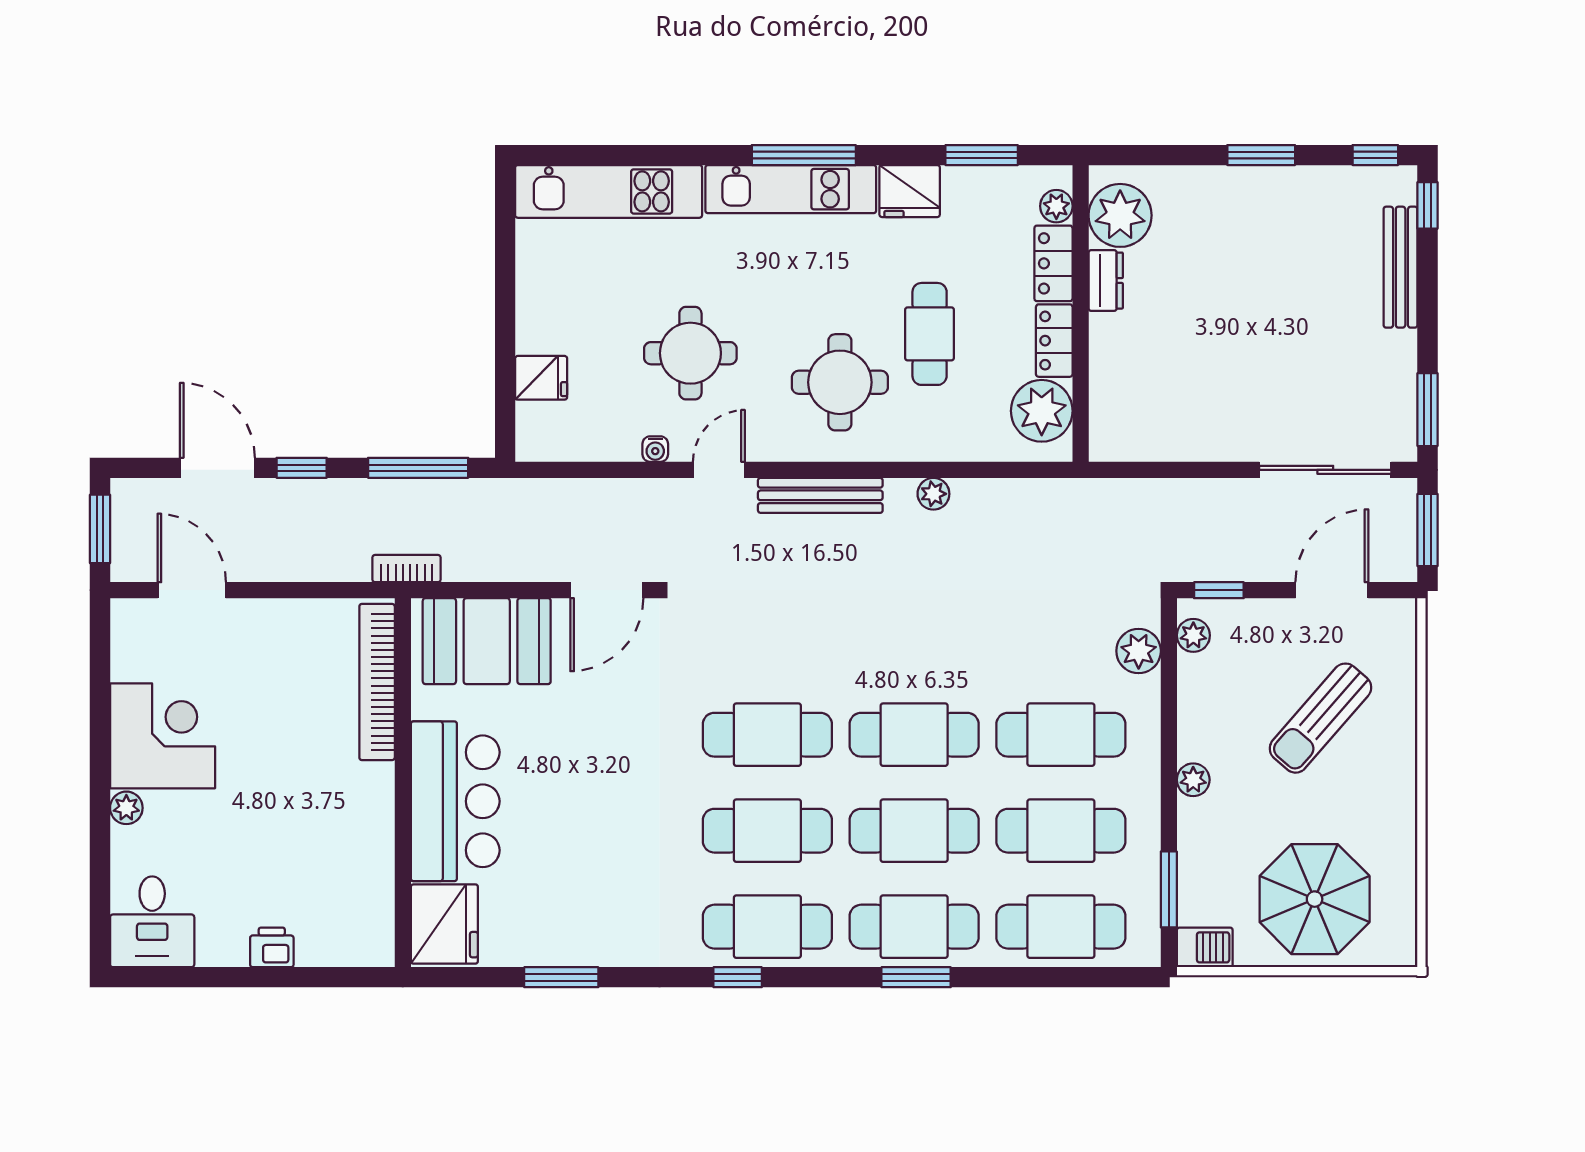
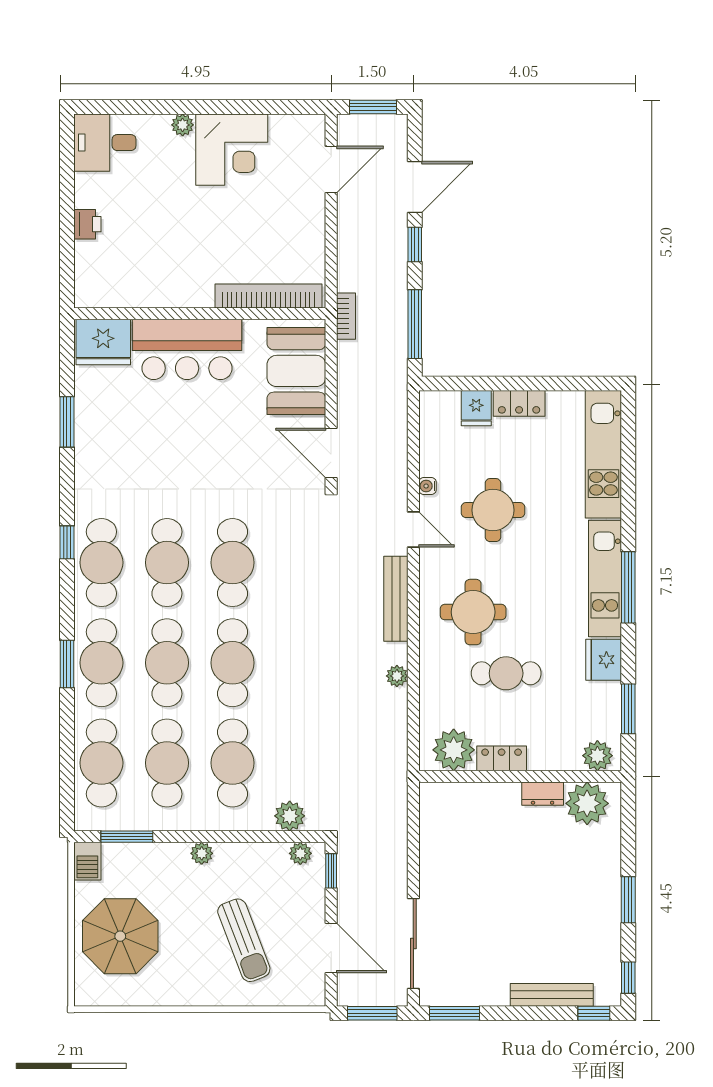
plant: (1056, 206) -> (597, 756), width x1.38, depth x1.38
locker: (1053, 263) -> (519, 403), moved, turned 180
sun lounger: (1320, 718) -> (244, 940), turned -152

